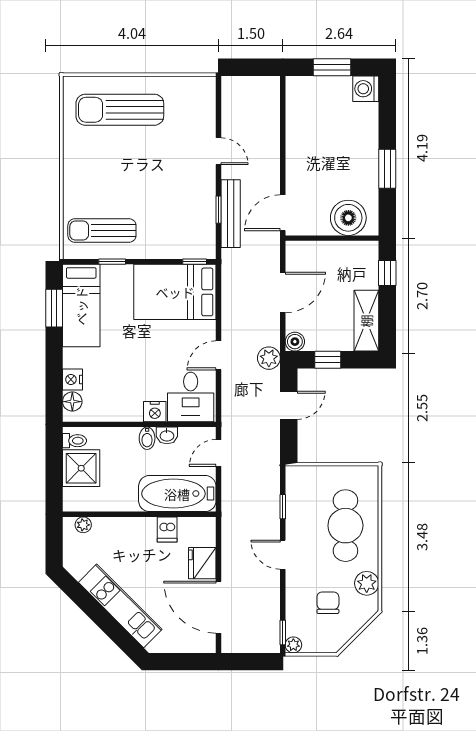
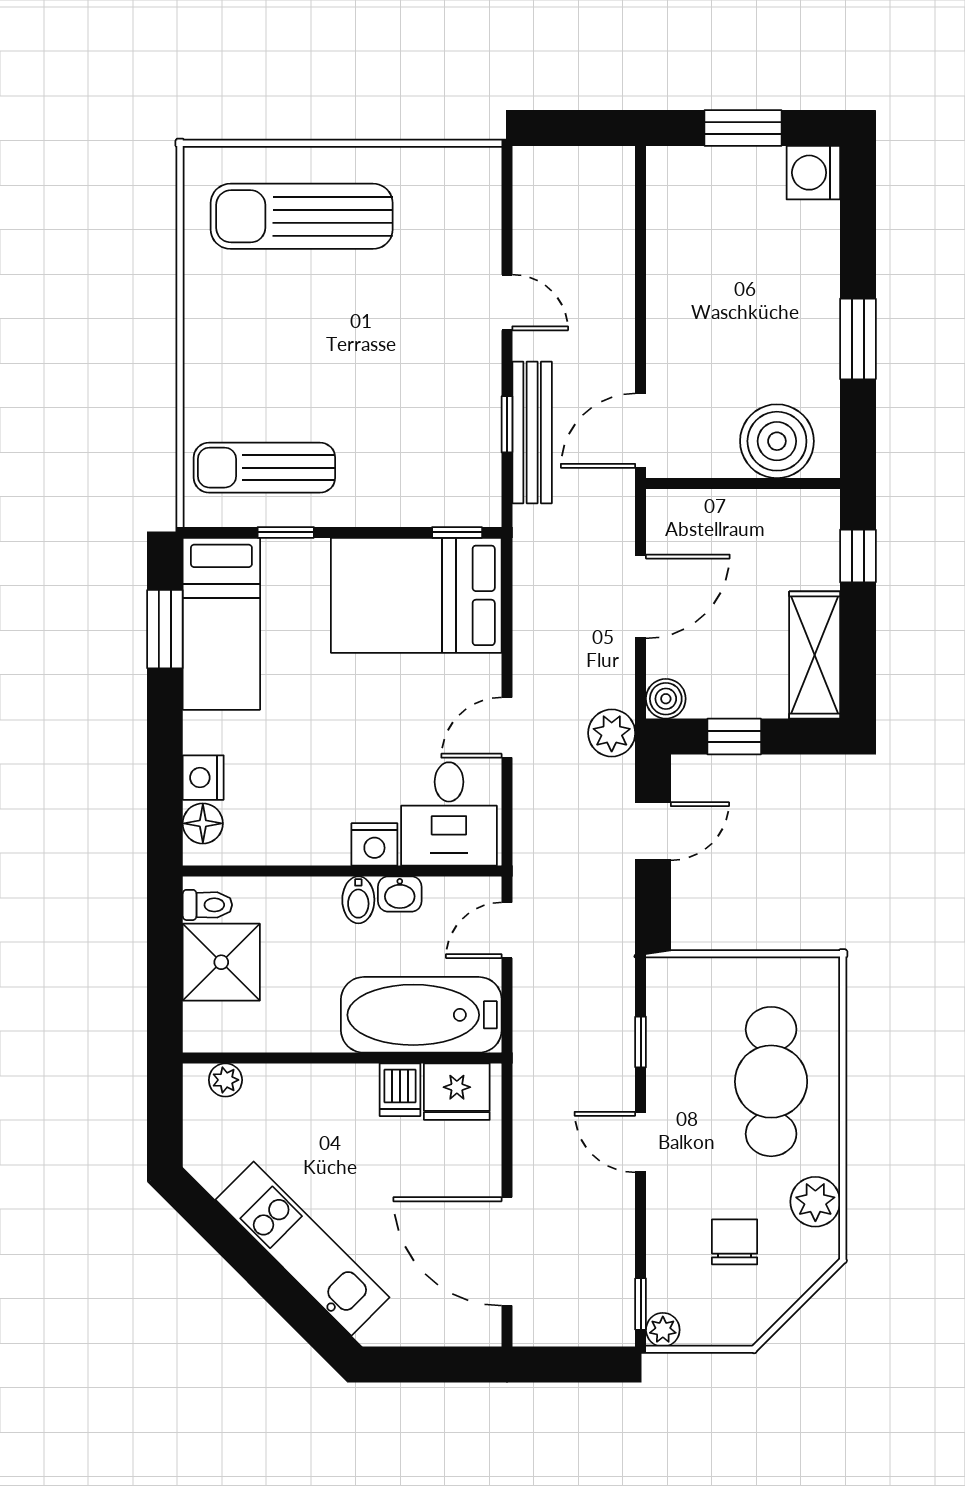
fridge: (202, 563) -> (457, 1092), moved, turned -90

